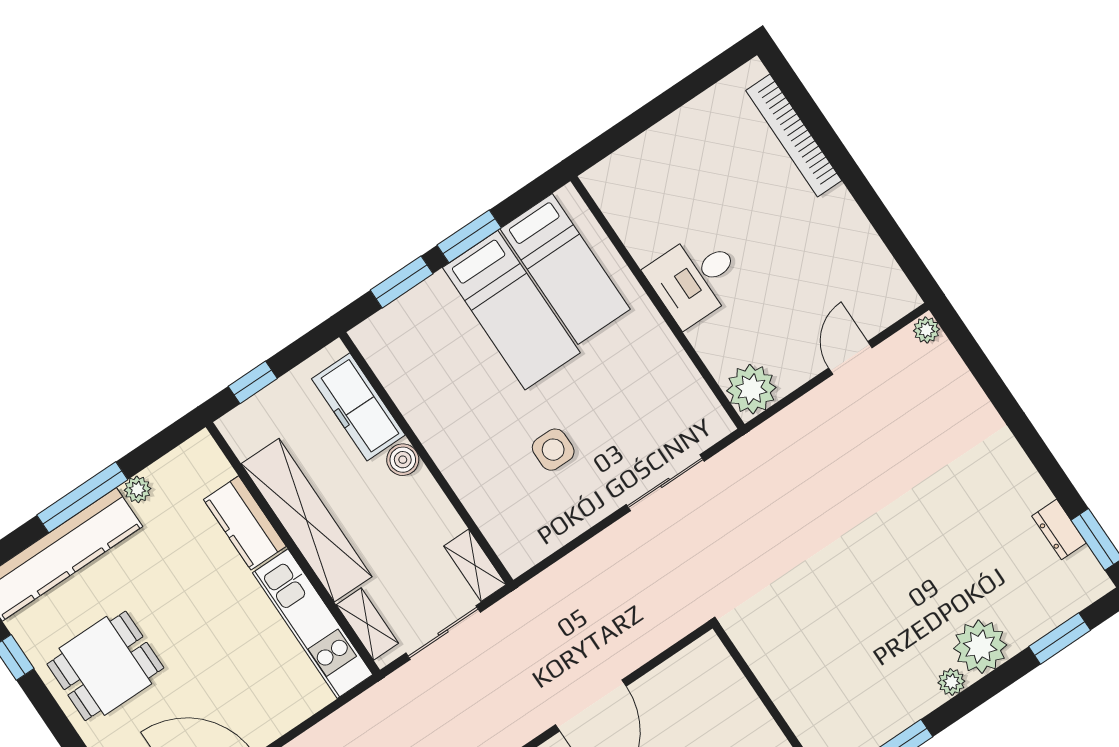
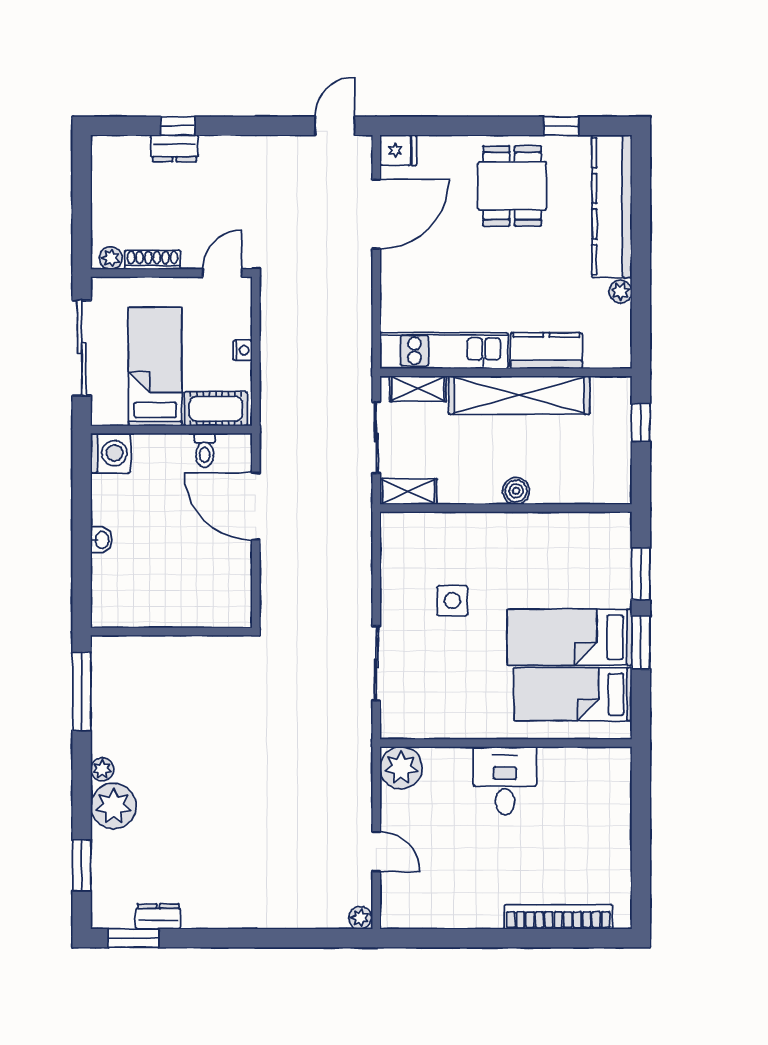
freezer: (358, 407) -> (574, 485), removed
window: (82, 497) -> (641, 249), removed

